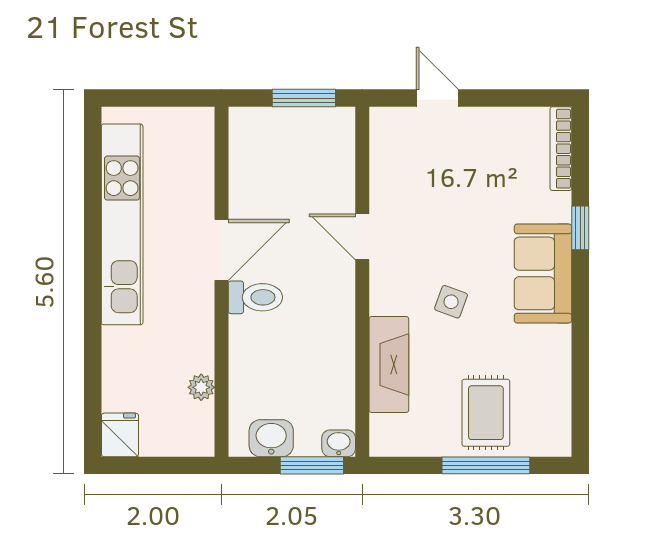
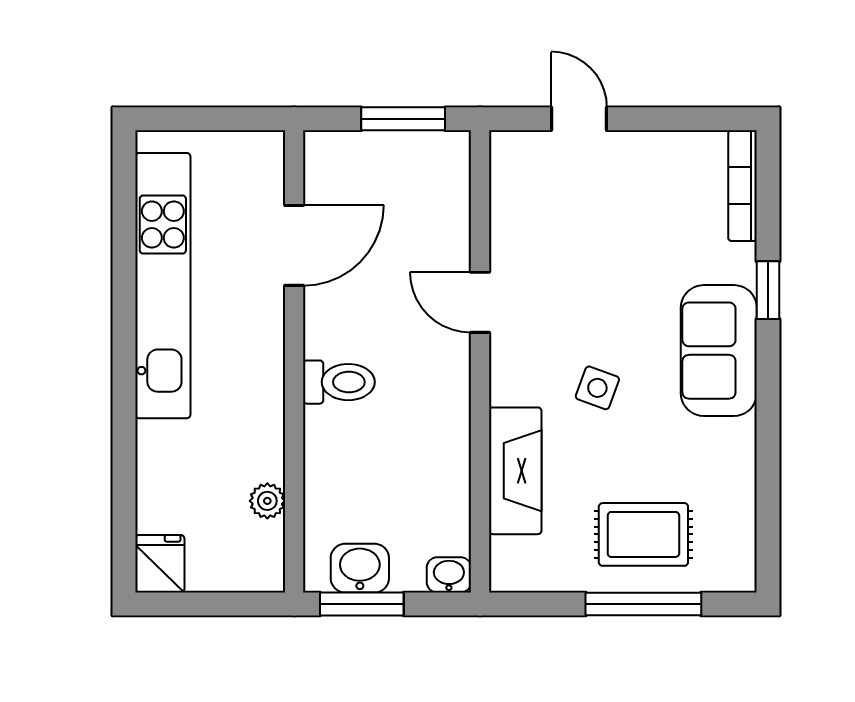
door: (221, 250) -> (294, 245), moved
rug: (486, 413) -> (643, 534), turned 90
window: (312, 465) -> (362, 604), moved

